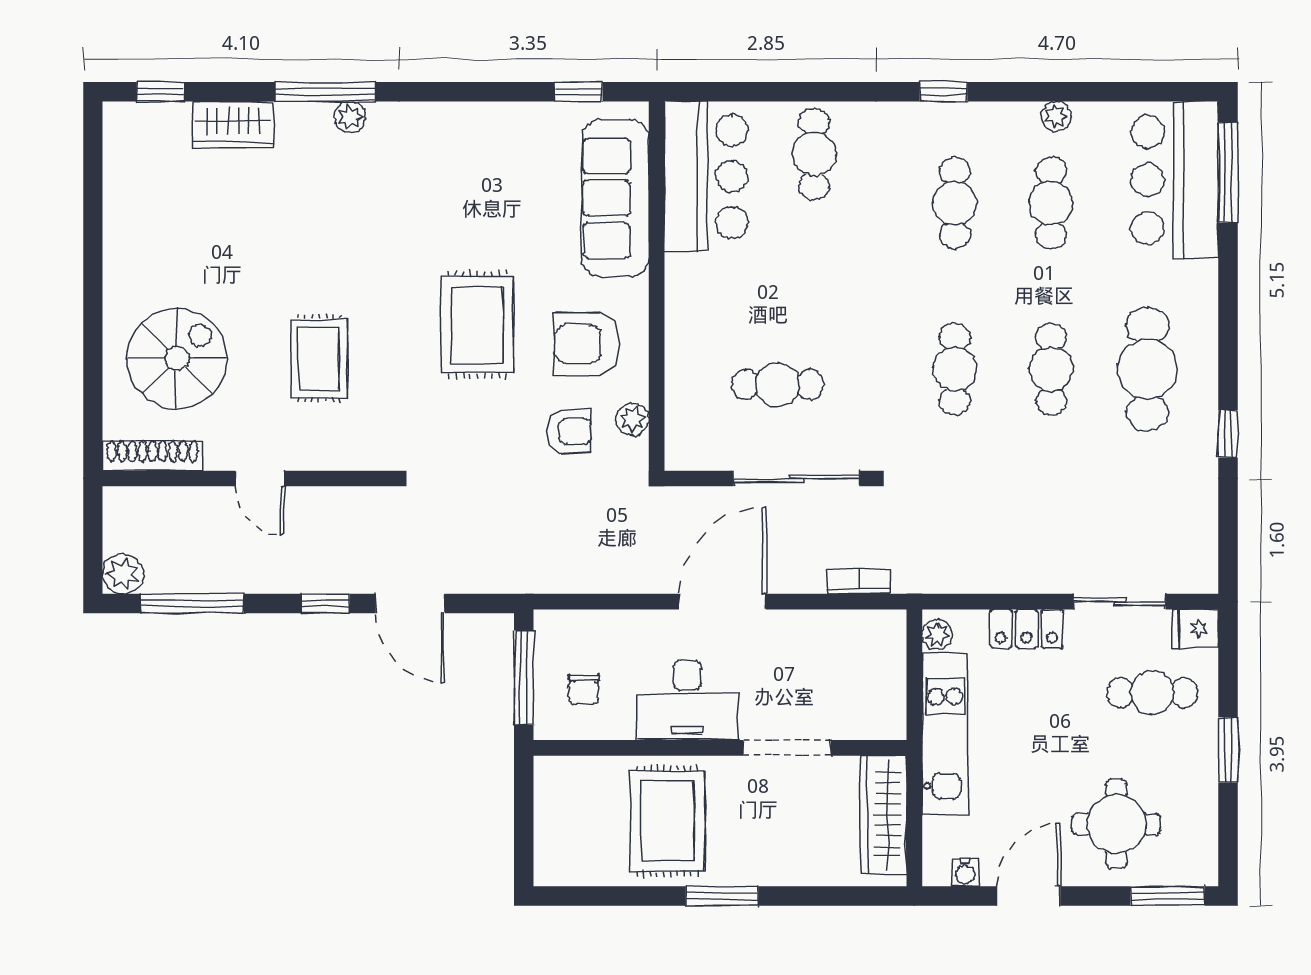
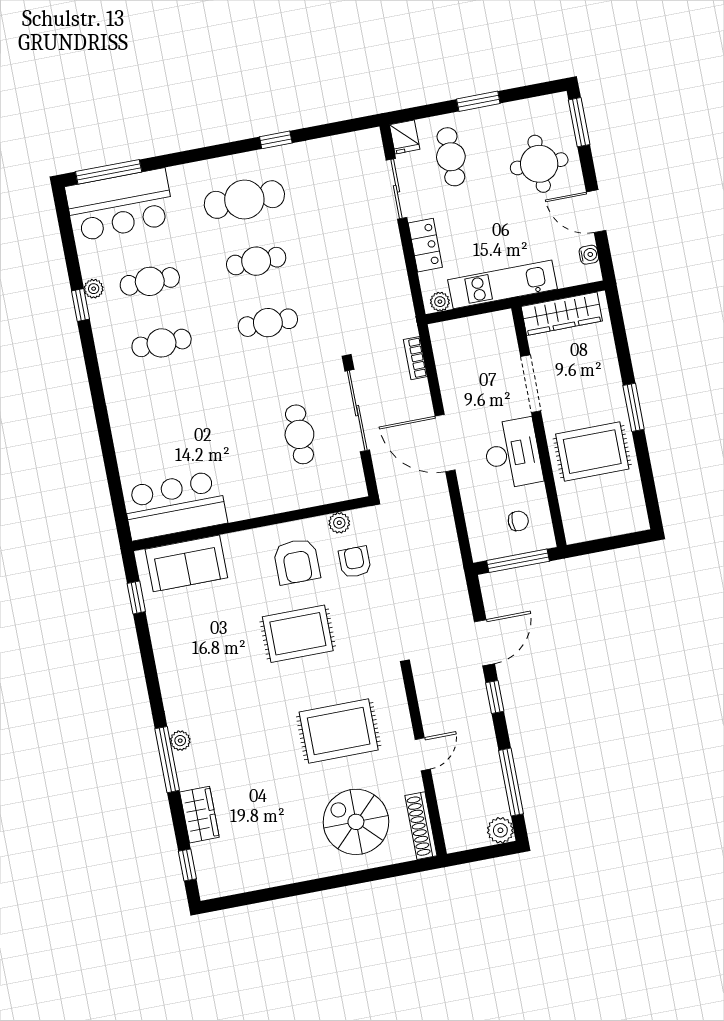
window: (944, 92) -> (80, 305), moved
cafe table: (814, 154) -> (147, 439), removed
sofa: (615, 198) -> (186, 563), width x0.73
rug: (319, 358) -> (339, 731), width x1.36, depth x1.43

